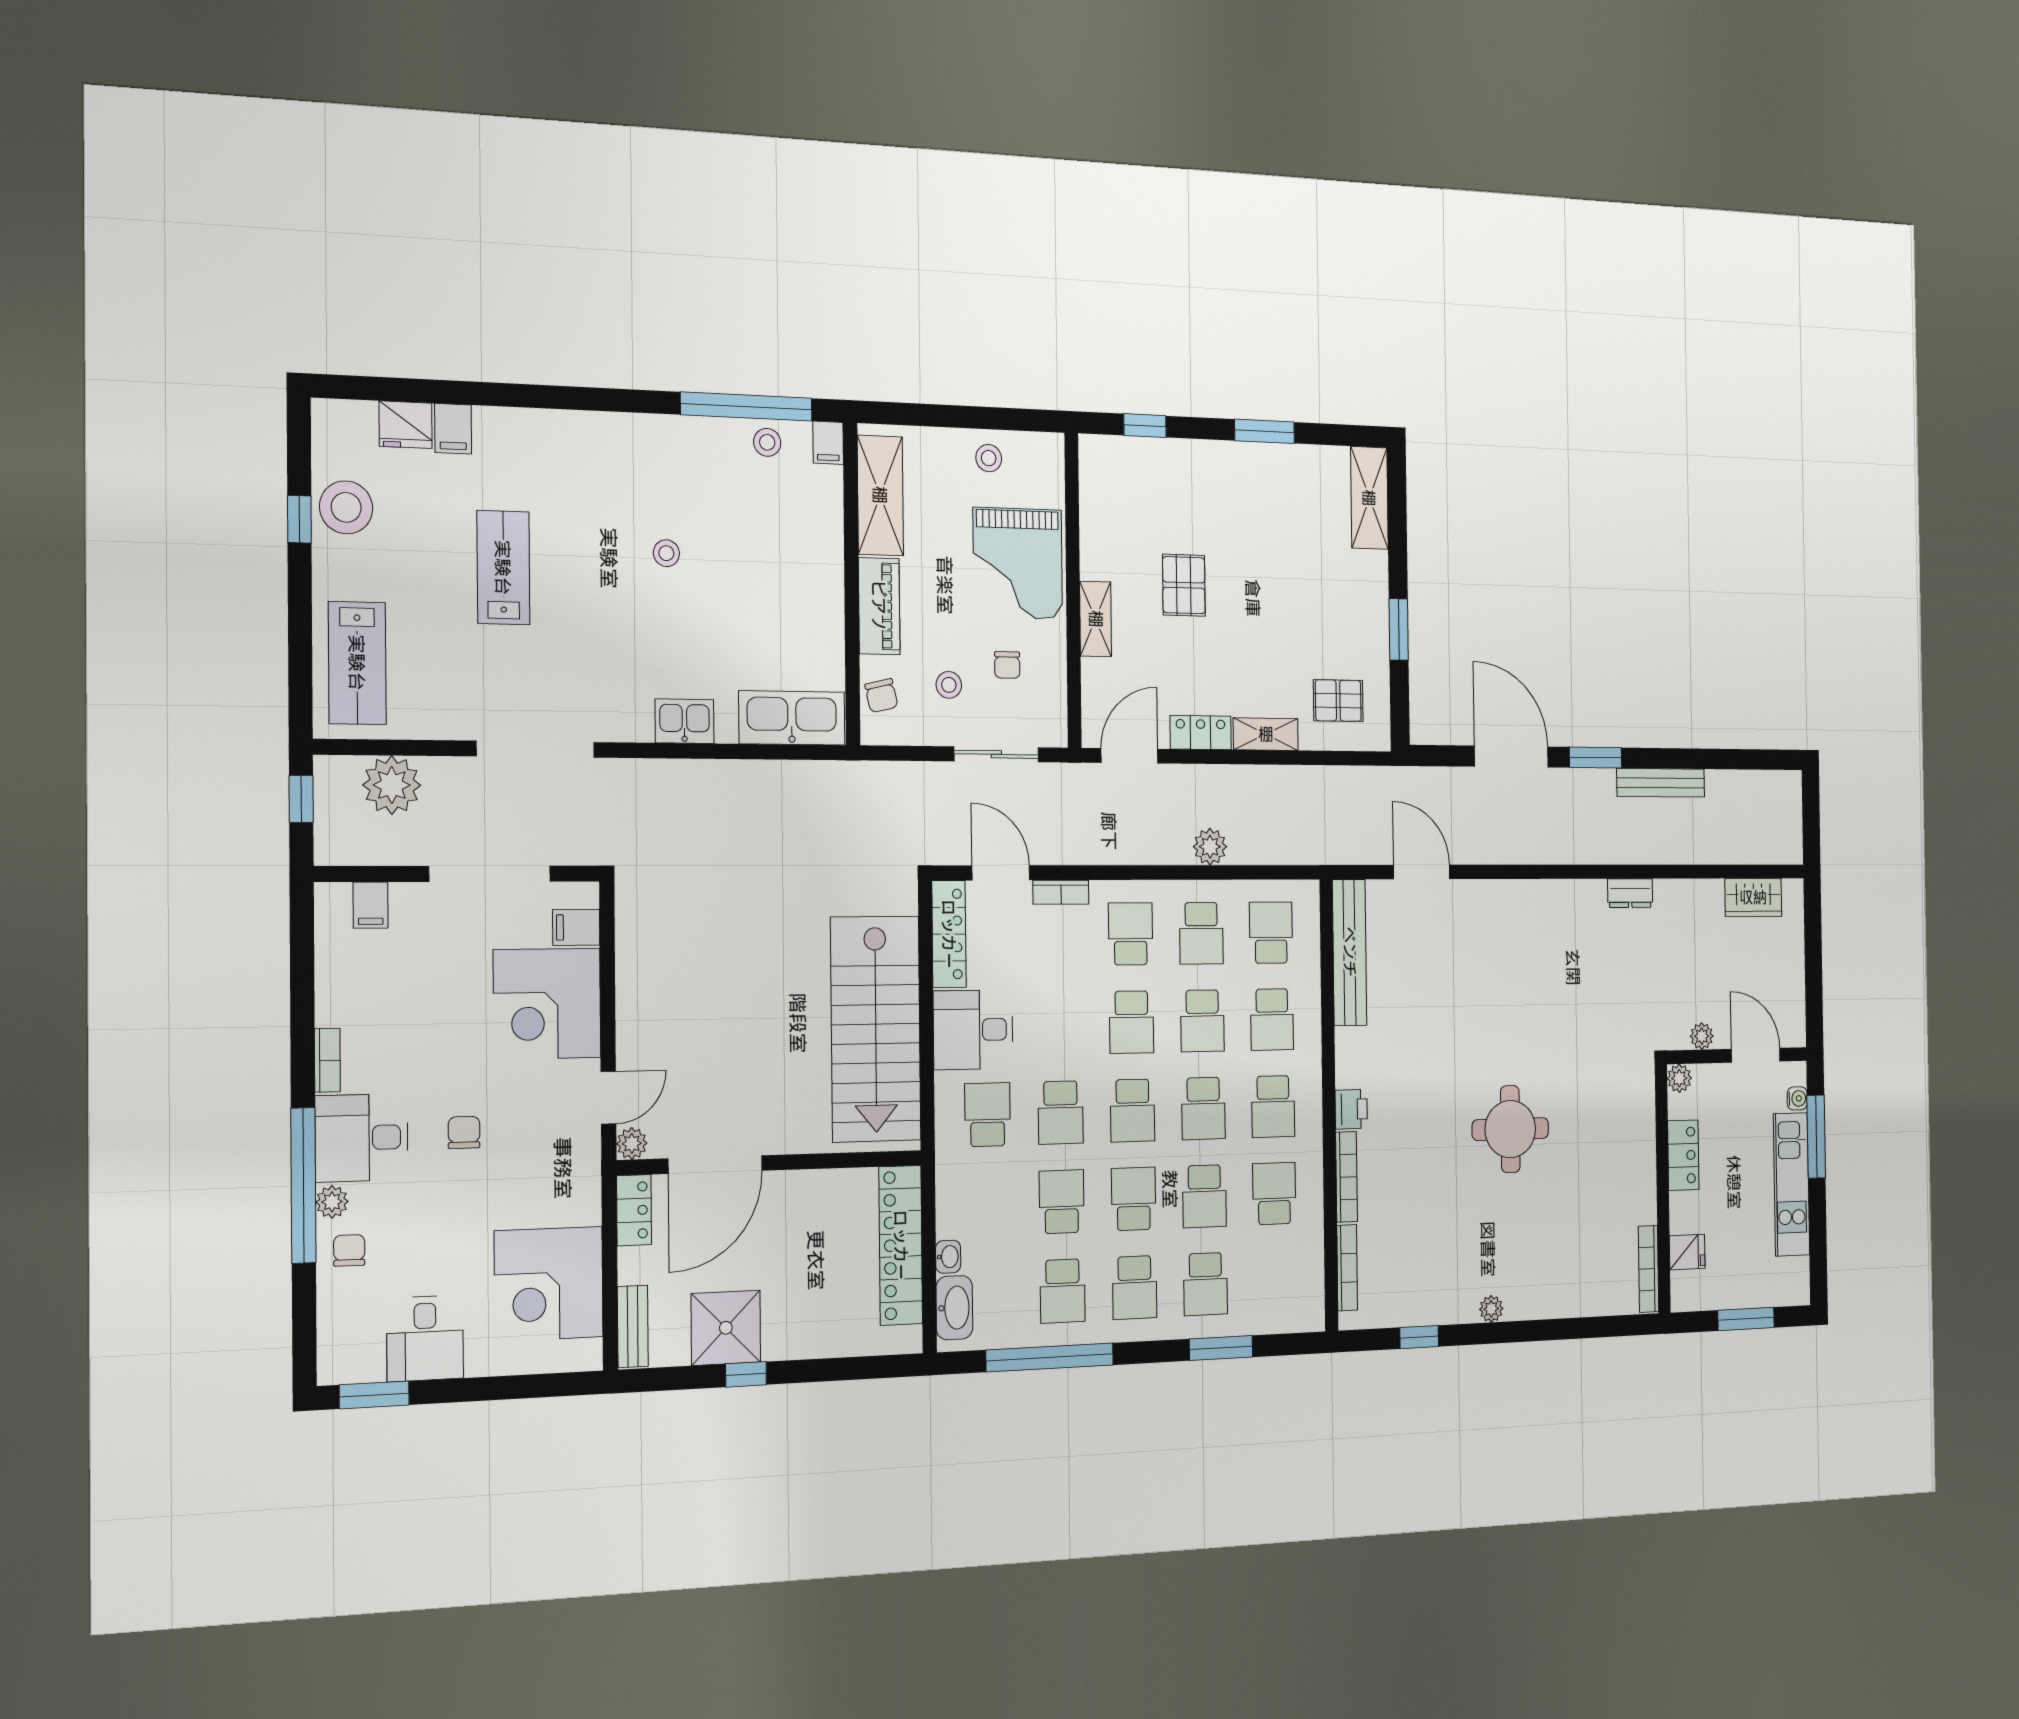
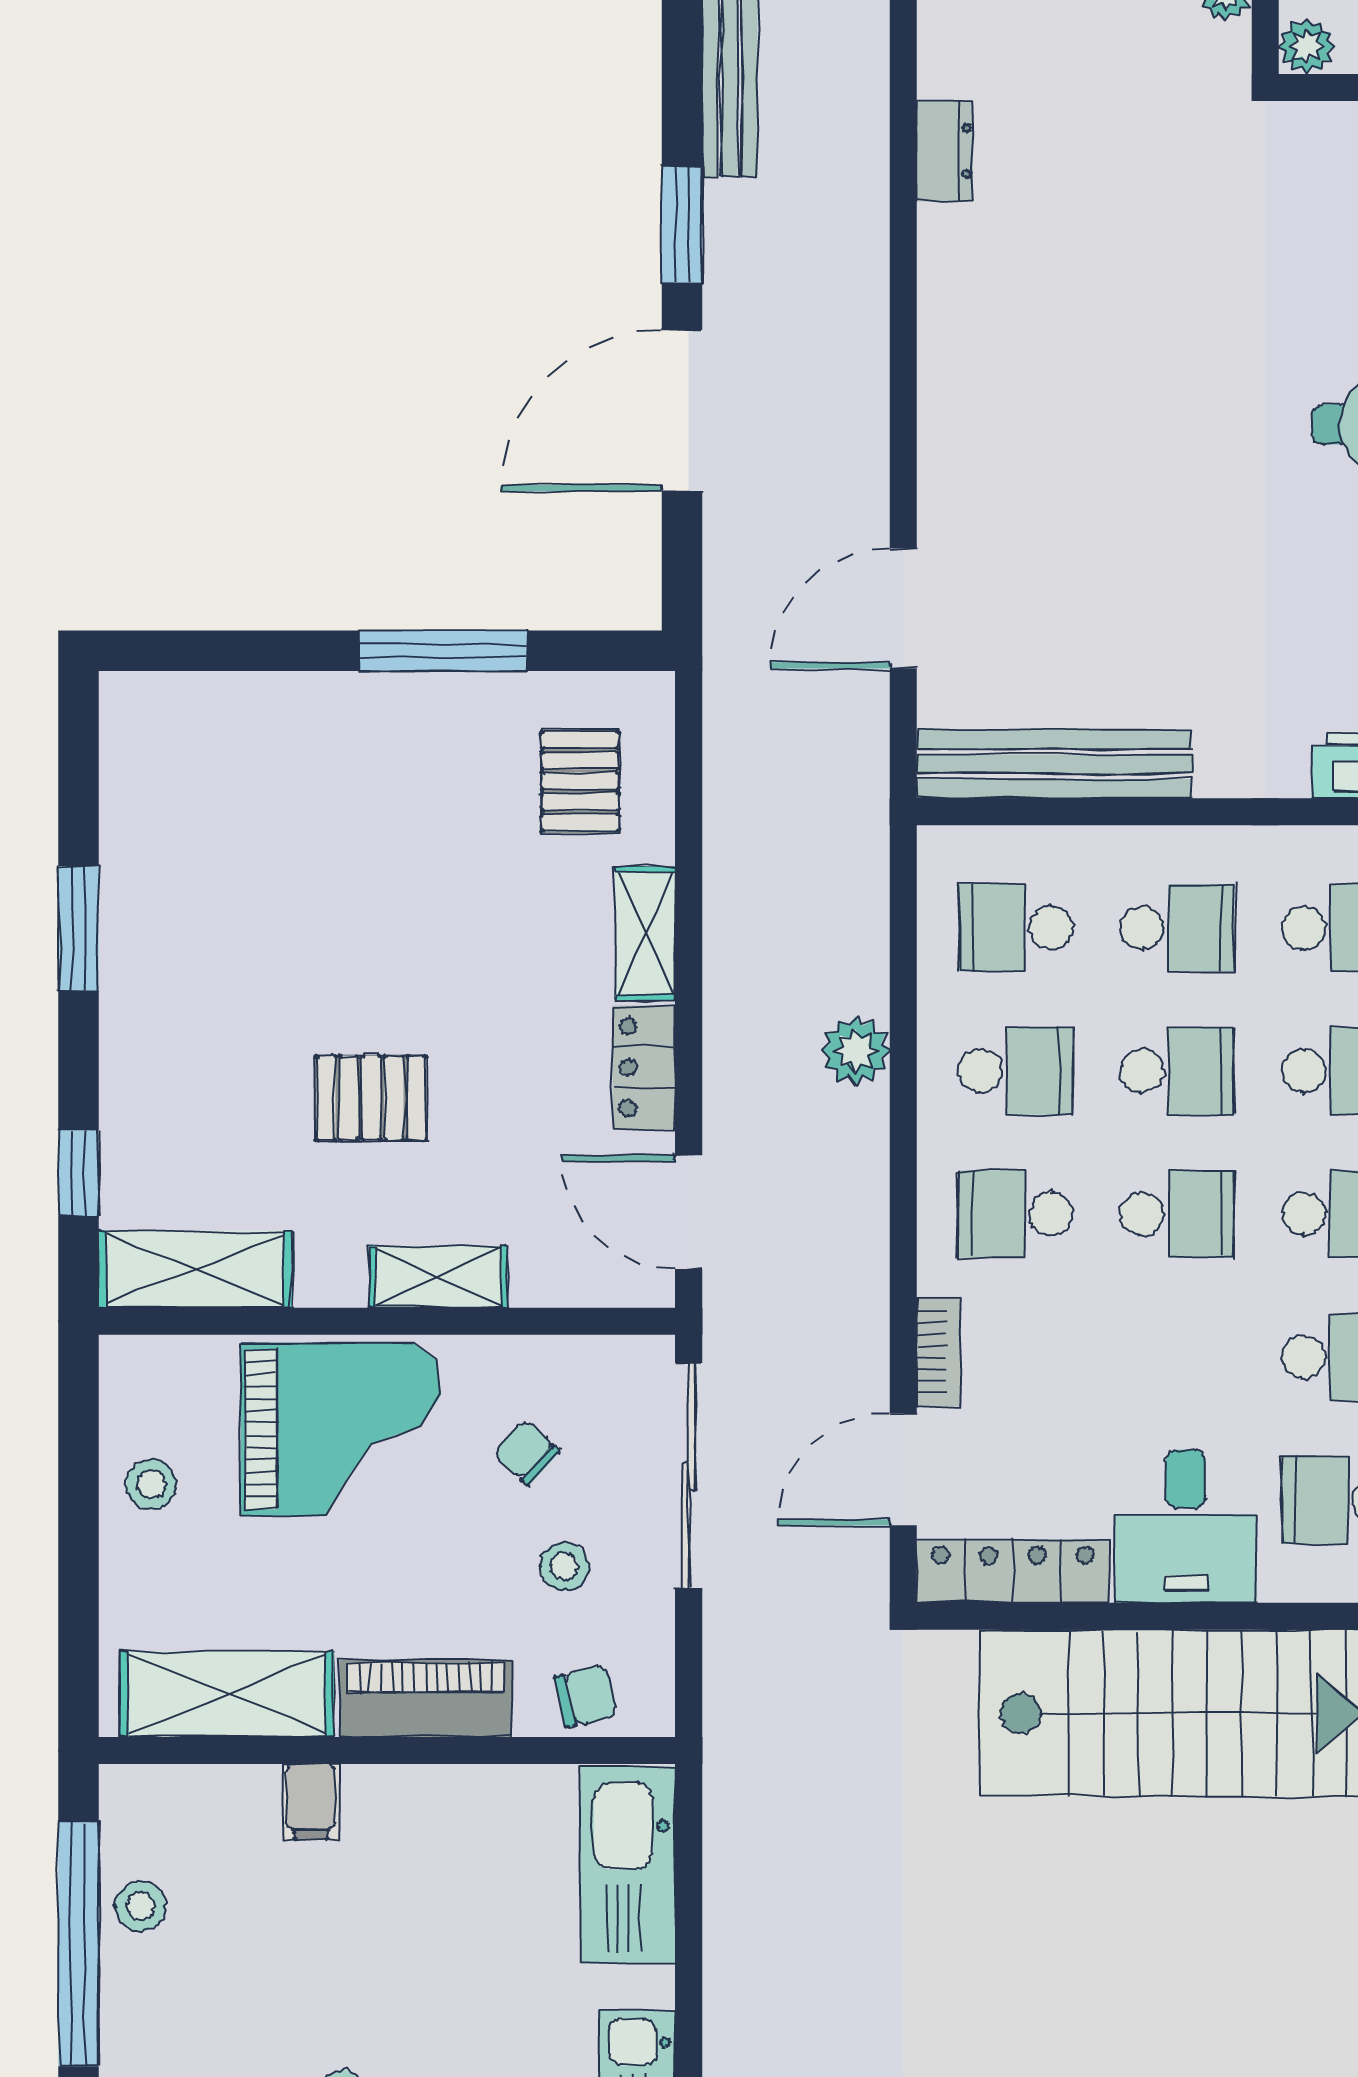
filing cabinet: (828, 443) -> (311, 1802), moved, turned 90
shelving: (1369, 498) -> (195, 1269), moved
window: (1399, 629) -> (443, 651), width x1.44
chair: (1007, 665) -> (526, 1452), turned -138
sliding door: (996, 754) -> (689, 1476), width x1.37

